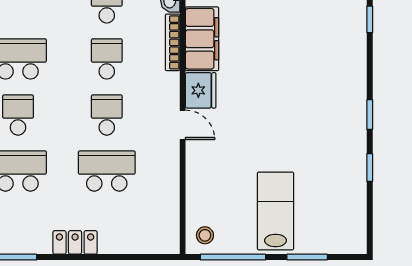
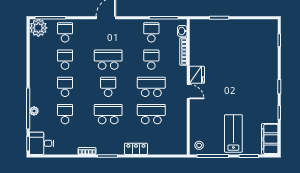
filing cabinet: (202, 39) -> (270, 139), moved, turned 180
school desk: (107, 115) -> (151, 87), width x1.85

